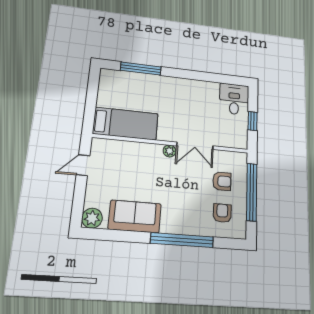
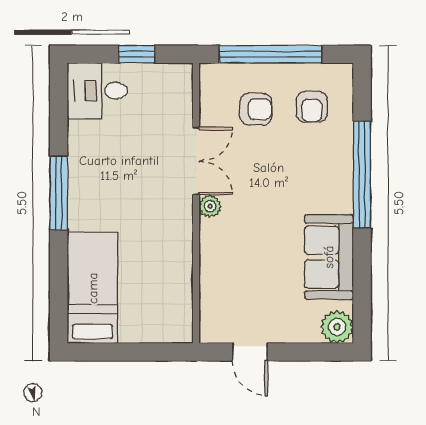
window: (141, 69) -> (59, 193), moved
bed: (126, 124) -> (93, 288), moved
armchair: (222, 181) -> (256, 109), turned 90
armchair: (222, 213) -> (312, 107), turned -90

